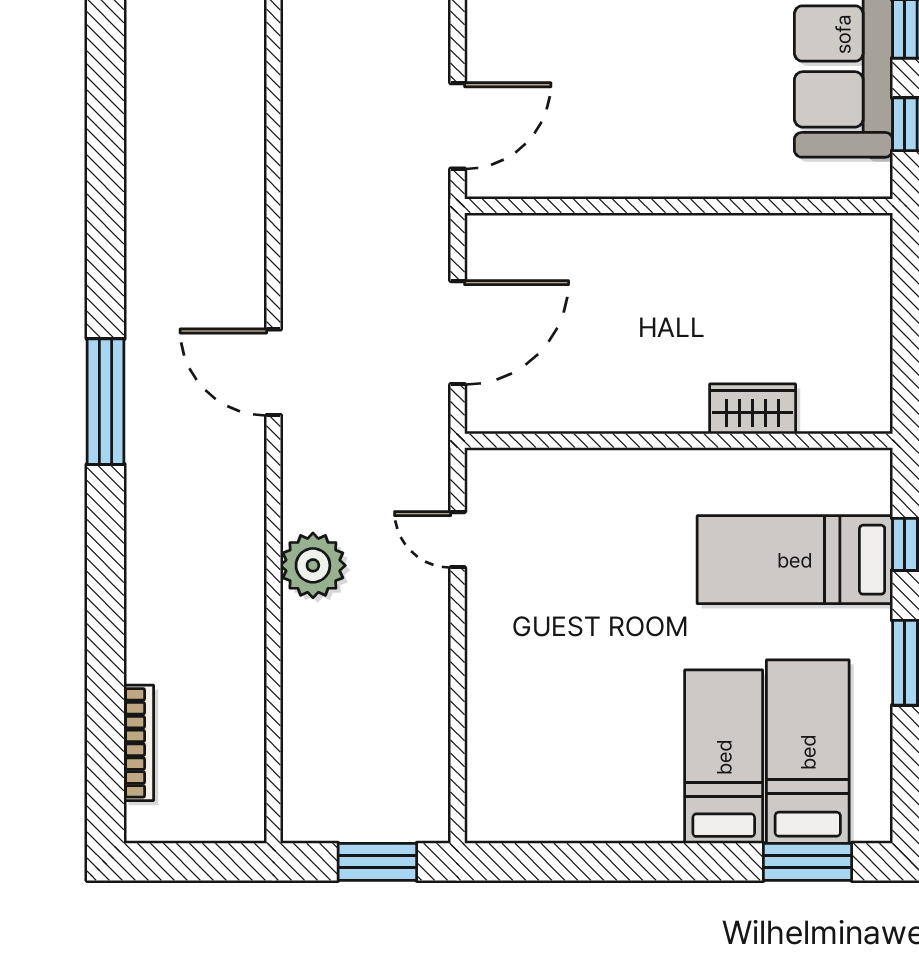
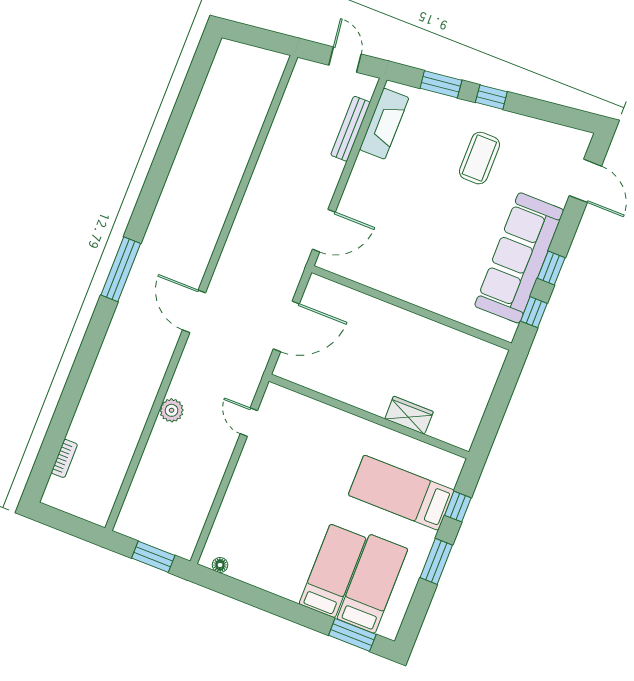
window: (106, 402) -> (121, 269), moved
plant: (313, 565) -> (172, 410), width x0.73, depth x0.73
bookcase: (139, 743) -> (64, 458), width x0.64
floor lamp: (509, 828) -> (220, 565), added

